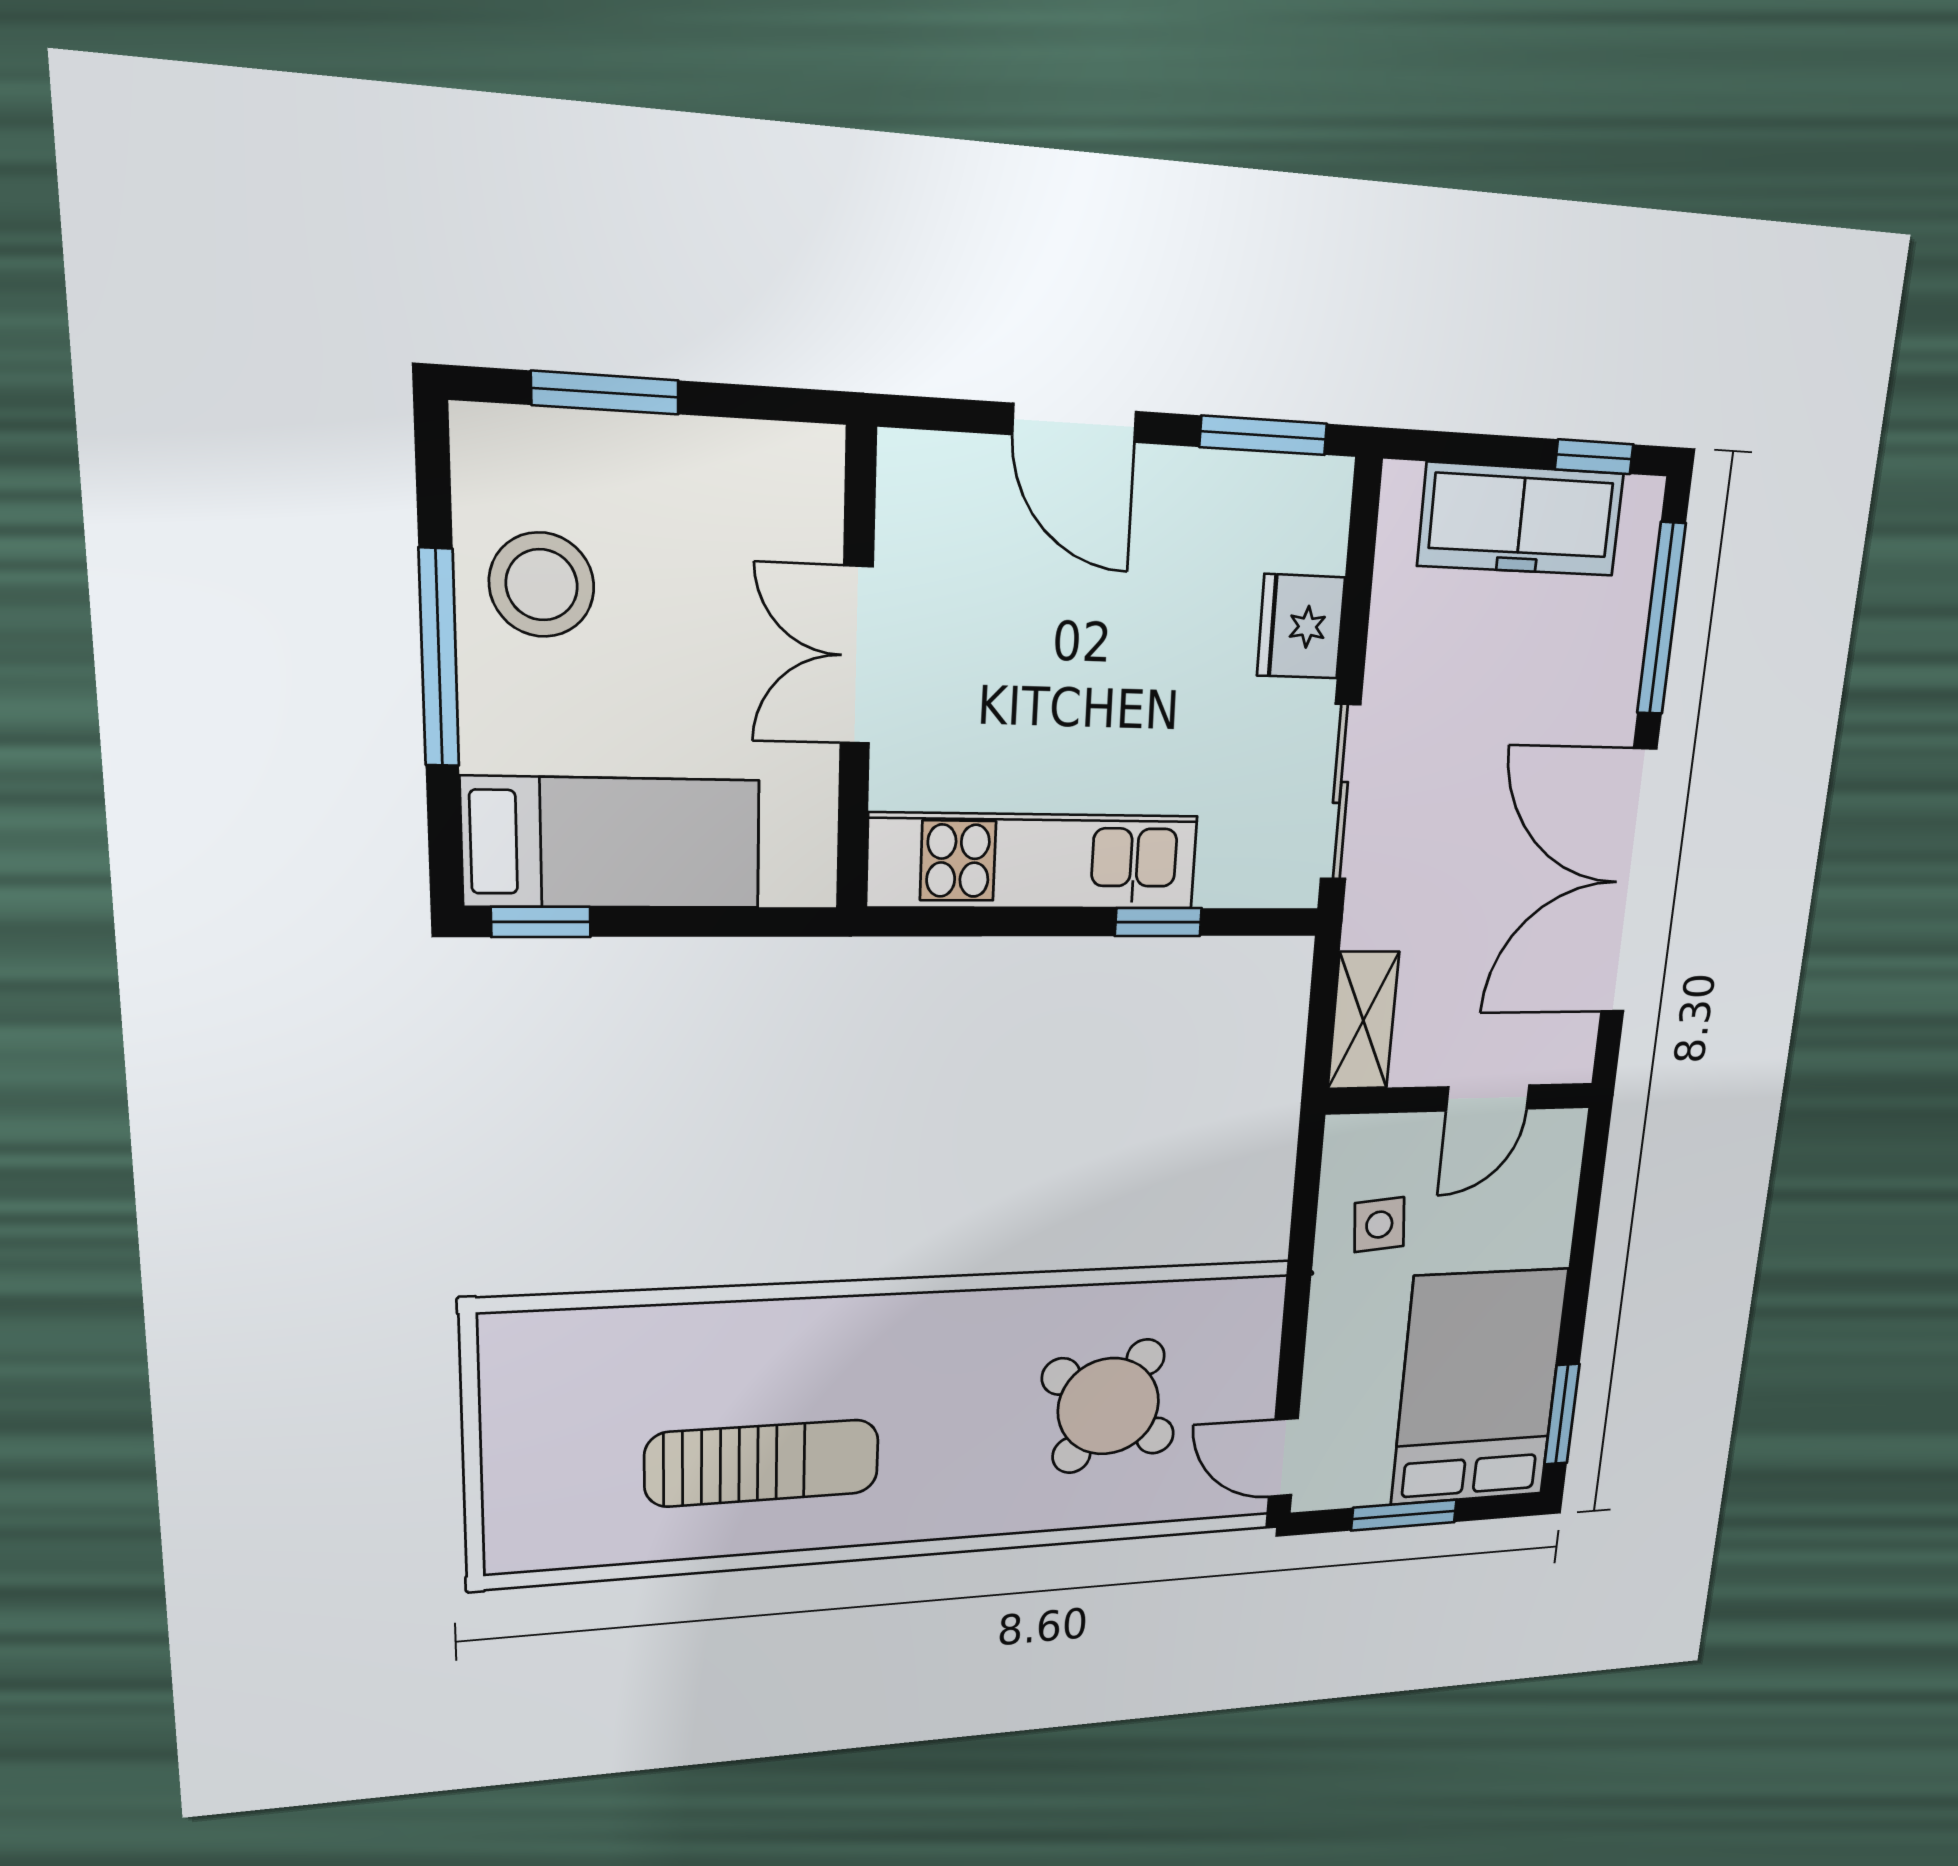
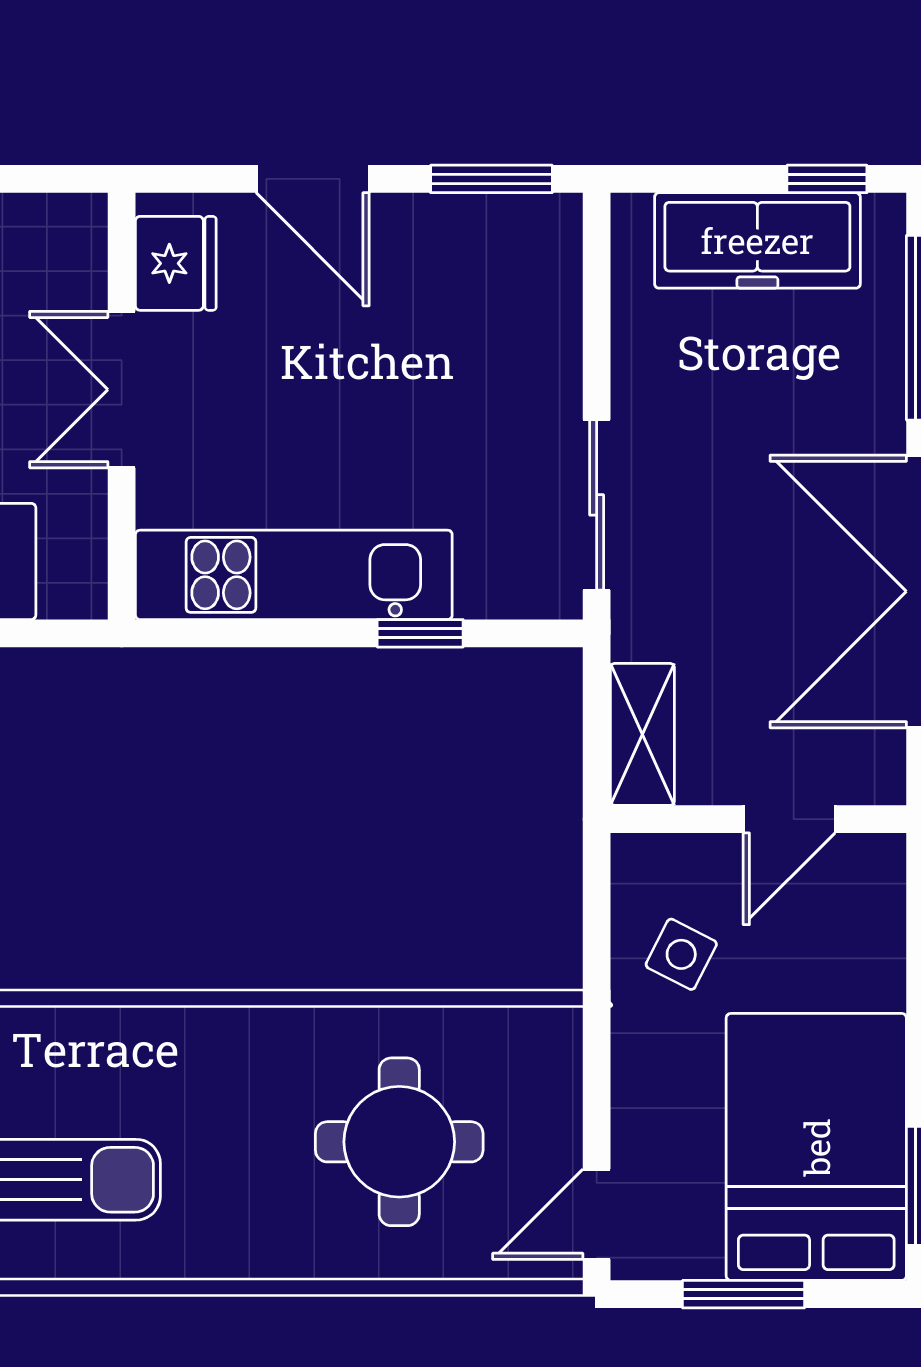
fridge: (1301, 627) -> (176, 263), moved, turned 180
side table: (1379, 1225) -> (681, 954), turned 32
round table: (1108, 1406) -> (399, 1142), turned -35
door: (1283, 1458) -> (597, 1214), hinge flipped

